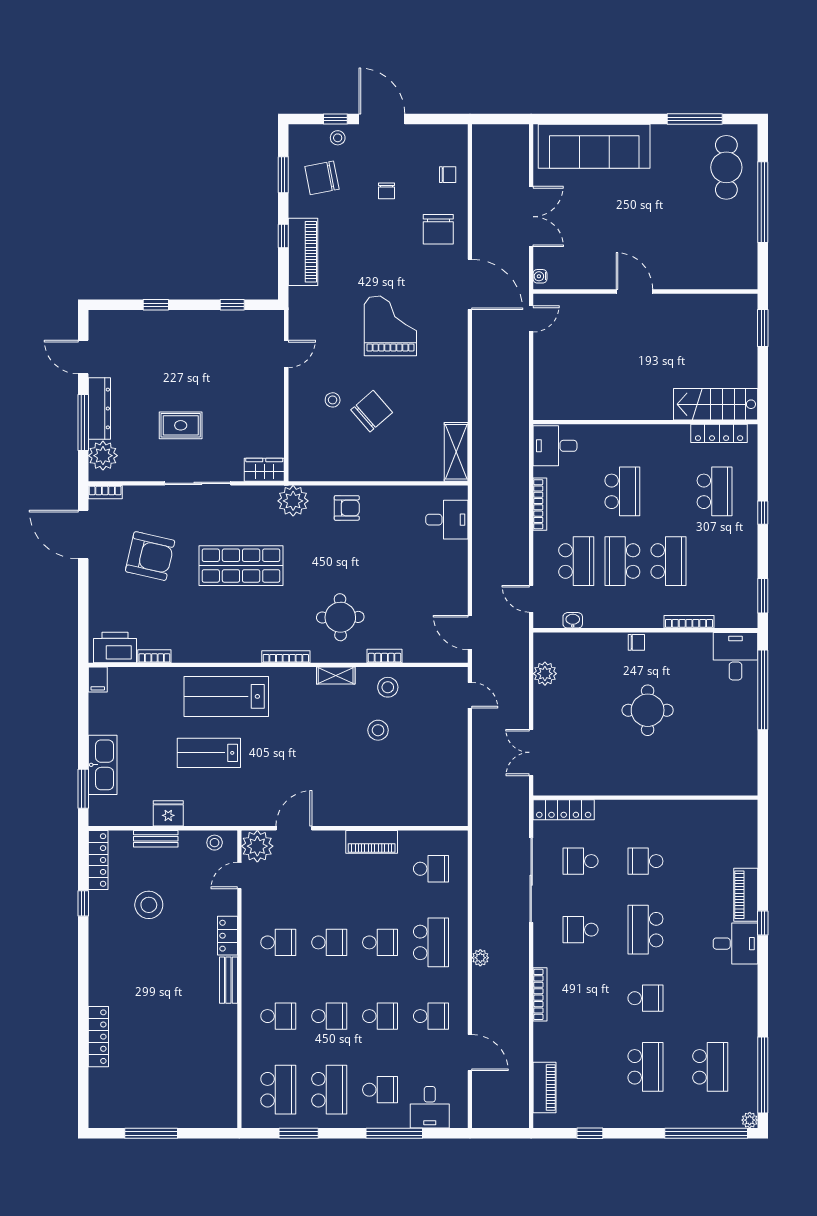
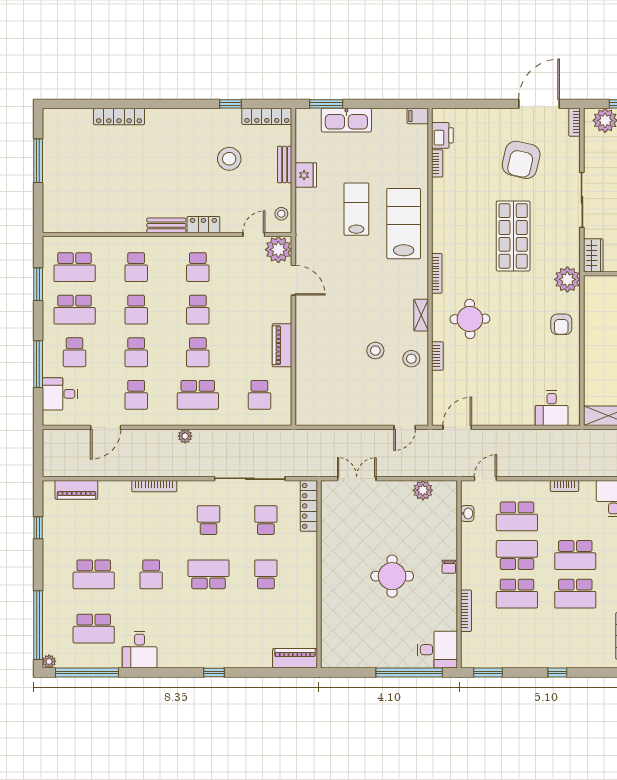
school desk: (715, 491) -> (575, 594), moved
bookcase: (540, 504) -> (565, 486), width x0.64
printer: (115, 648) -> (442, 135), width x0.73, depth x0.84
door: (239, 875) -> (254, 234), hinge flipped
piano: (746, 895) -> (295, 658), moved
desk: (735, 944) -> (140, 650), moved

